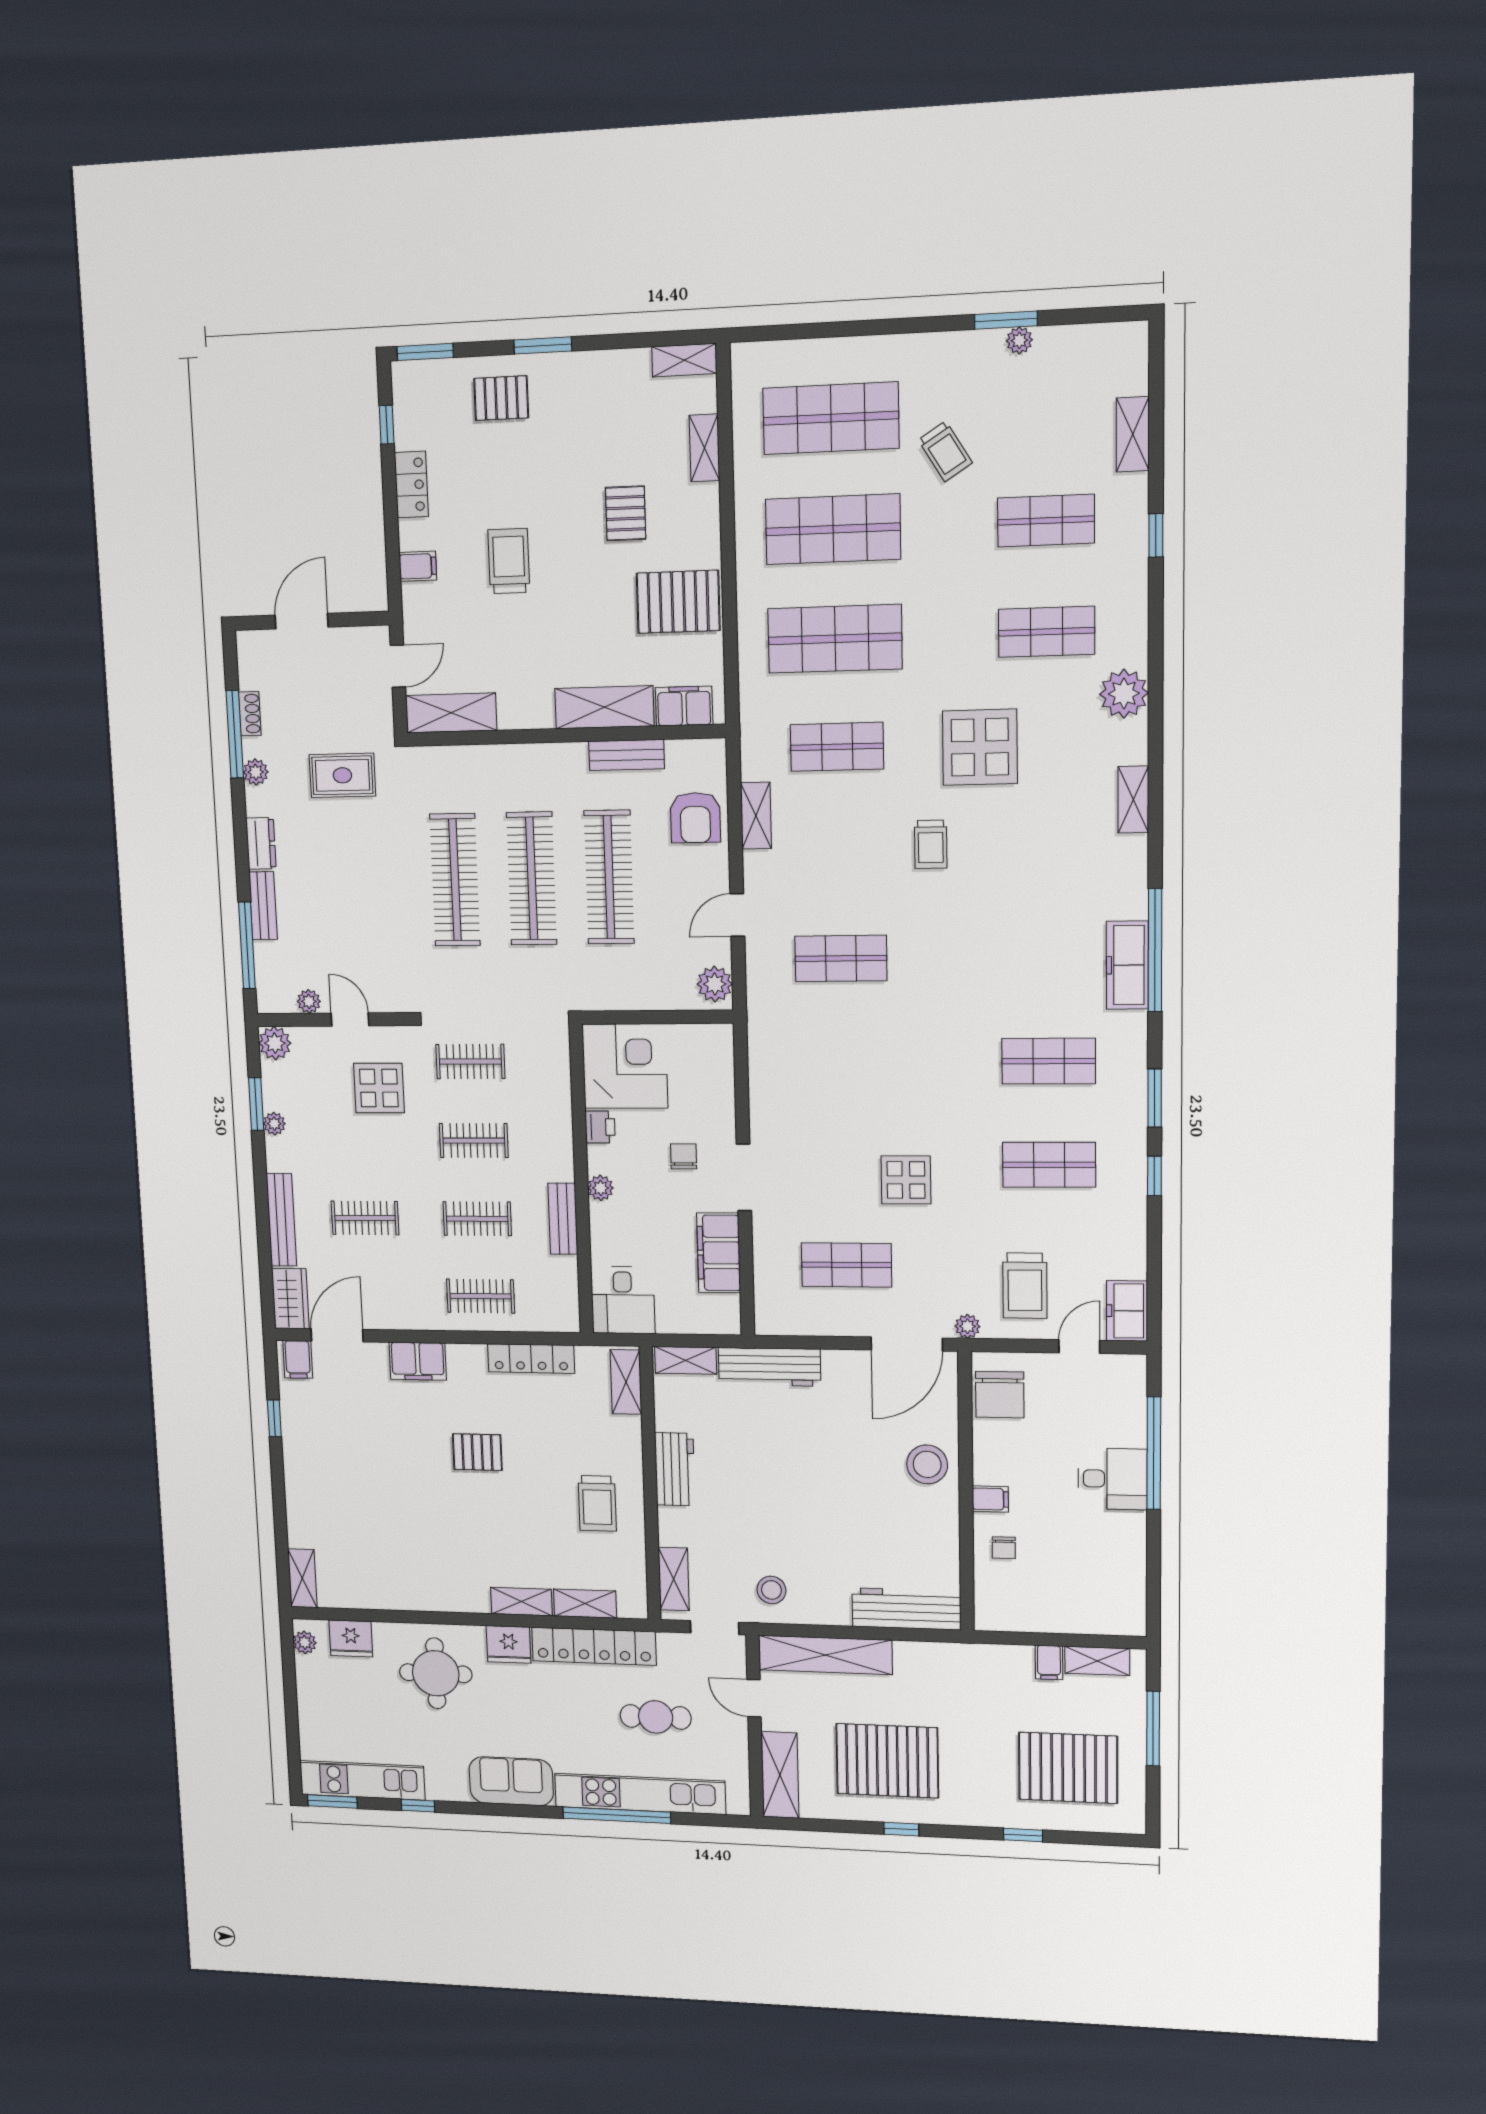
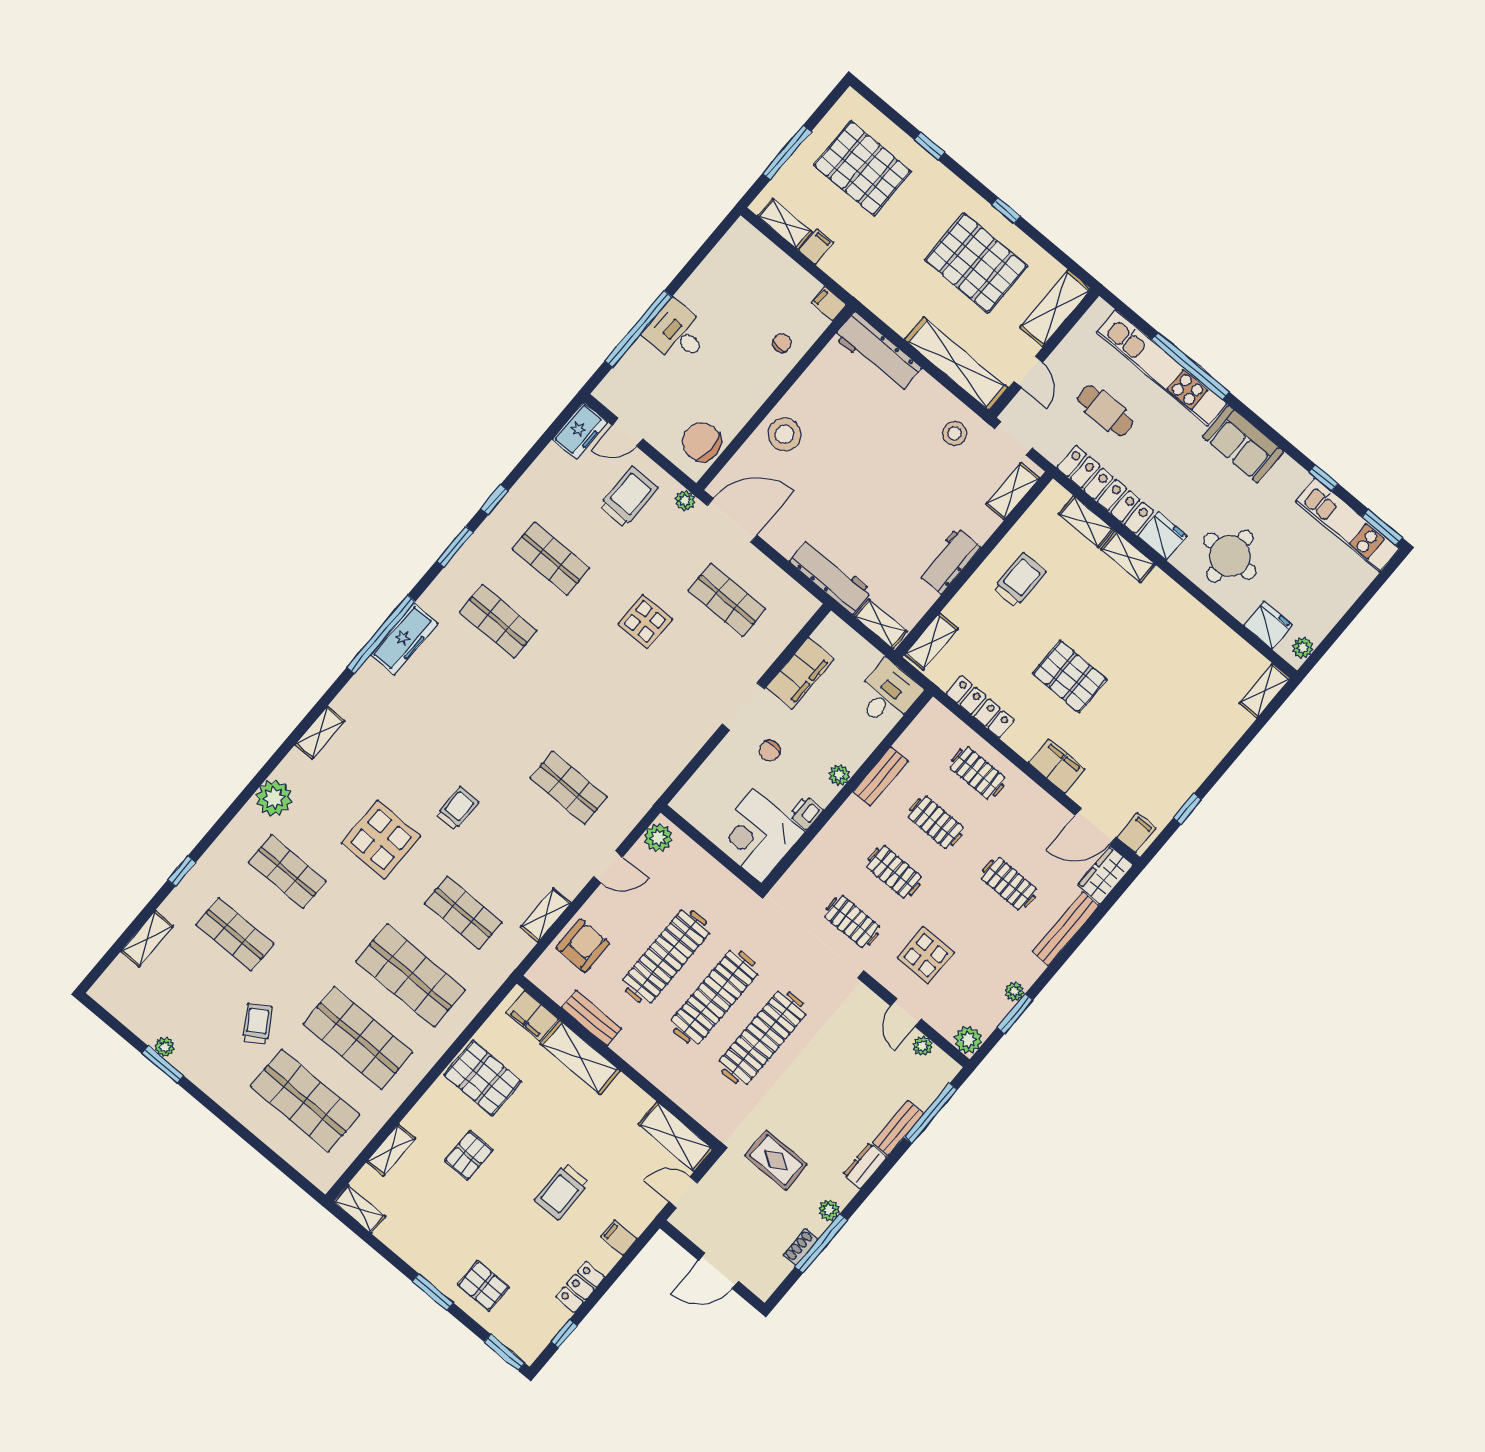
chair: (1000, 1395) -> (702, 442), turned -90
pallet: (477, 1452) -> (1070, 676), width x1.50, depth x1.42
filing cabinet: (990, 1499) -> (829, 304), moved

